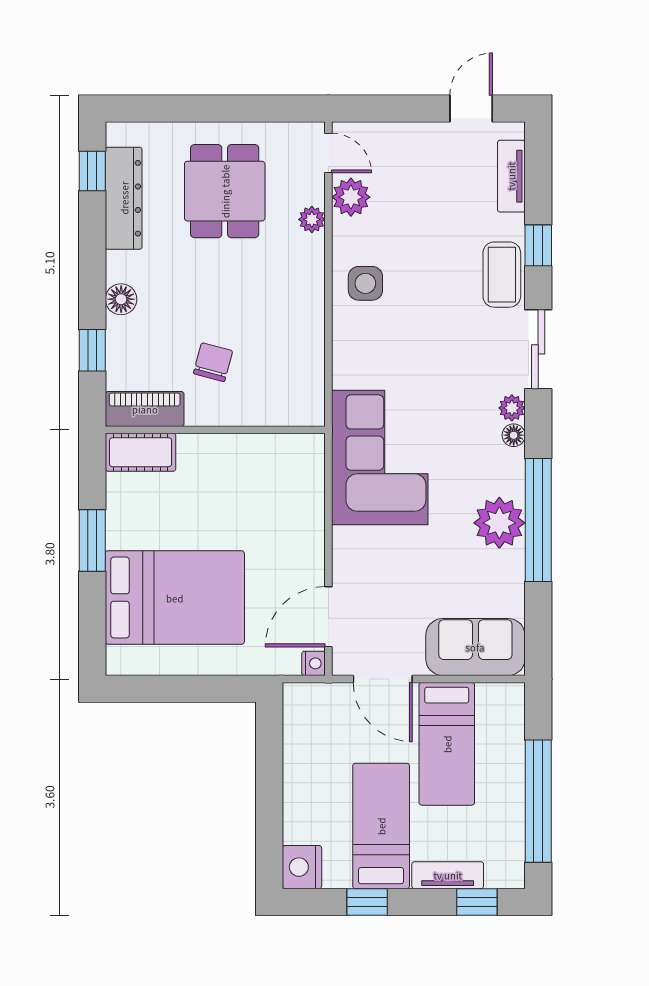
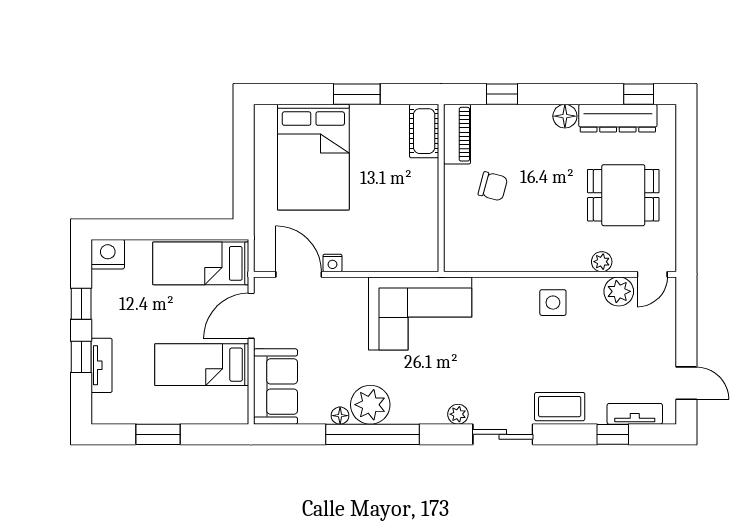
window: (538, 245) -> (613, 434), moved
floor lamp: (121, 299) -> (565, 116), moved
floor lamp: (514, 435) -> (340, 416), moved
nightstand: (313, 663) -> (332, 263), moved
window: (538, 801) -> (158, 434), width x0.47
bed: (381, 826) -> (201, 263), moved, turned 180
window: (477, 902) -> (81, 357), moved

